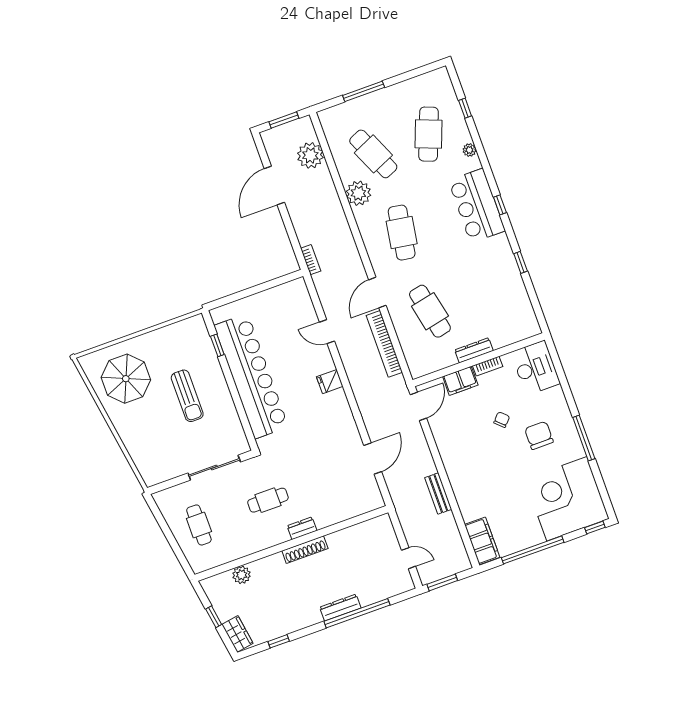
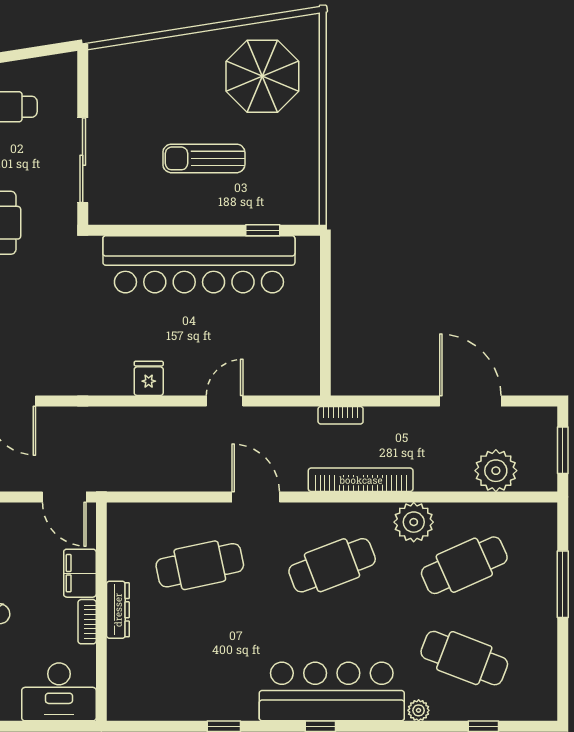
bar counter: (477, 206) -> (332, 692), width x1.36
cafe table: (402, 233) -> (332, 565), turned -30
bookcase: (384, 344) -> (361, 480), moved

